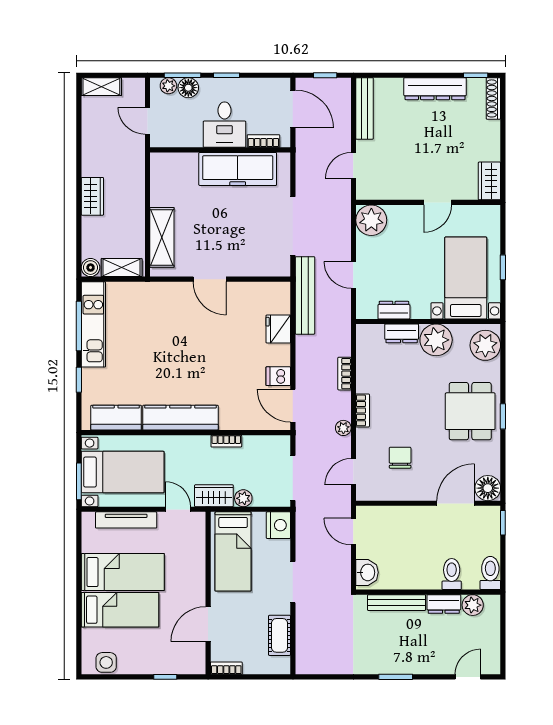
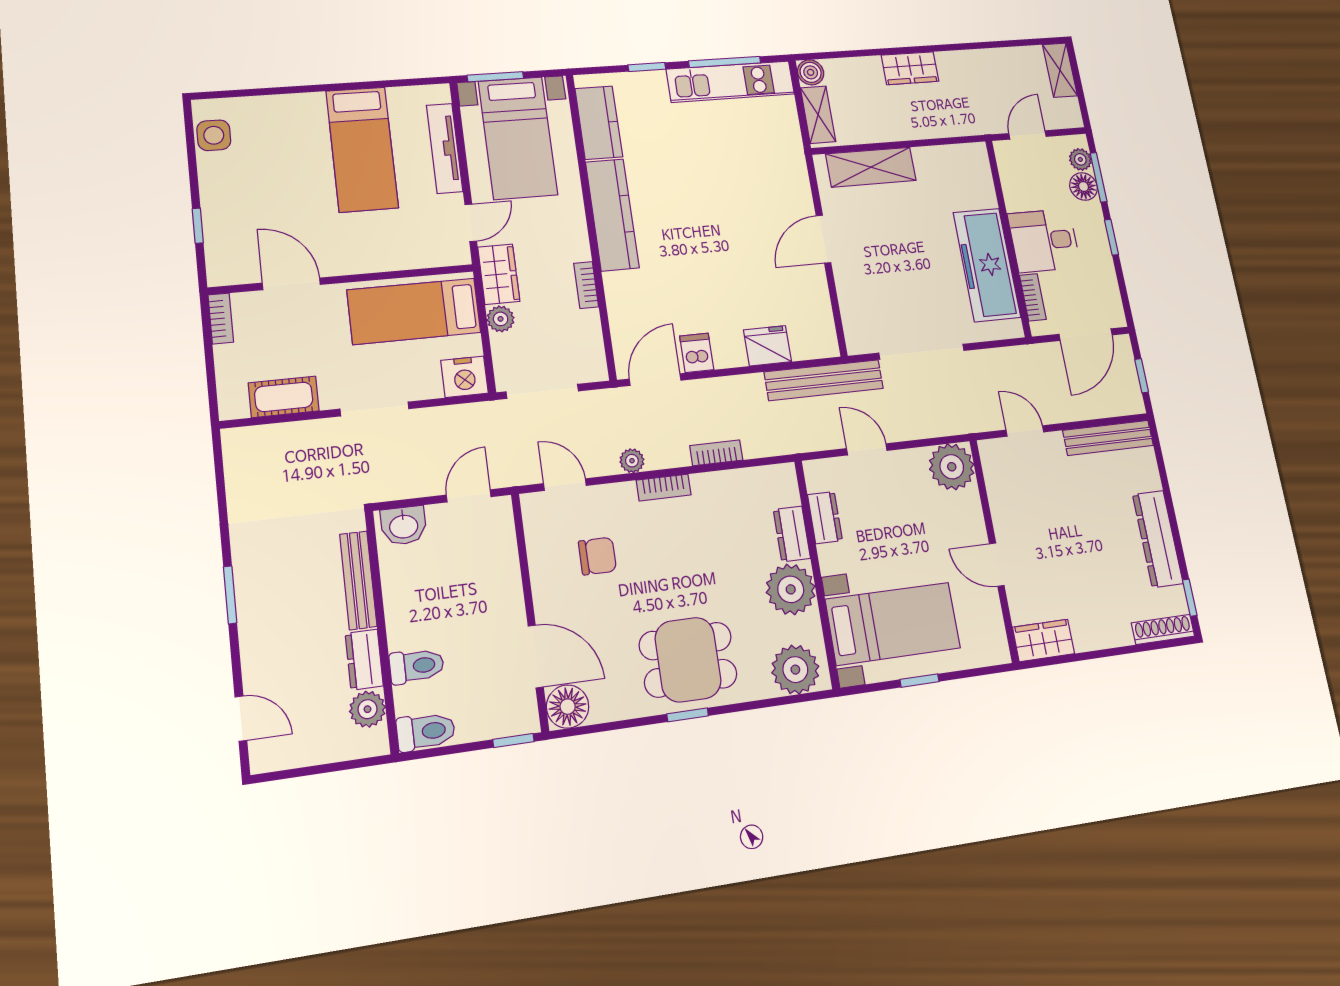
door: (353, 275) -> (867, 449), hinge flipped
bed: (120, 610) -> (301, 150), removed

